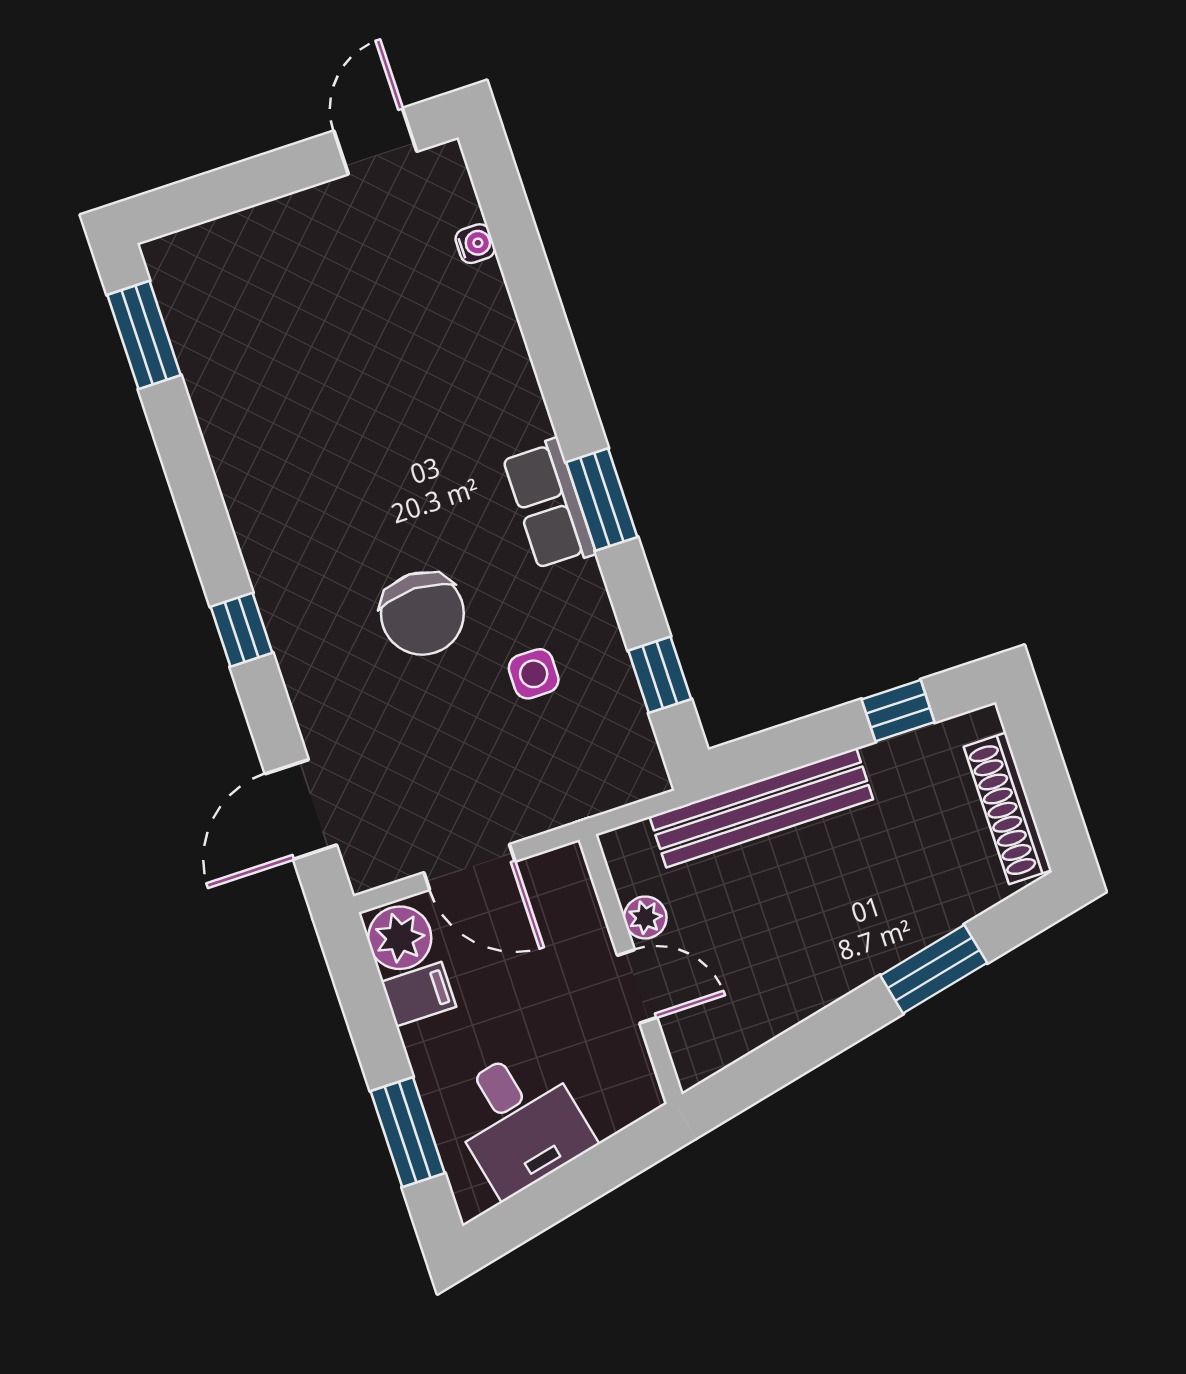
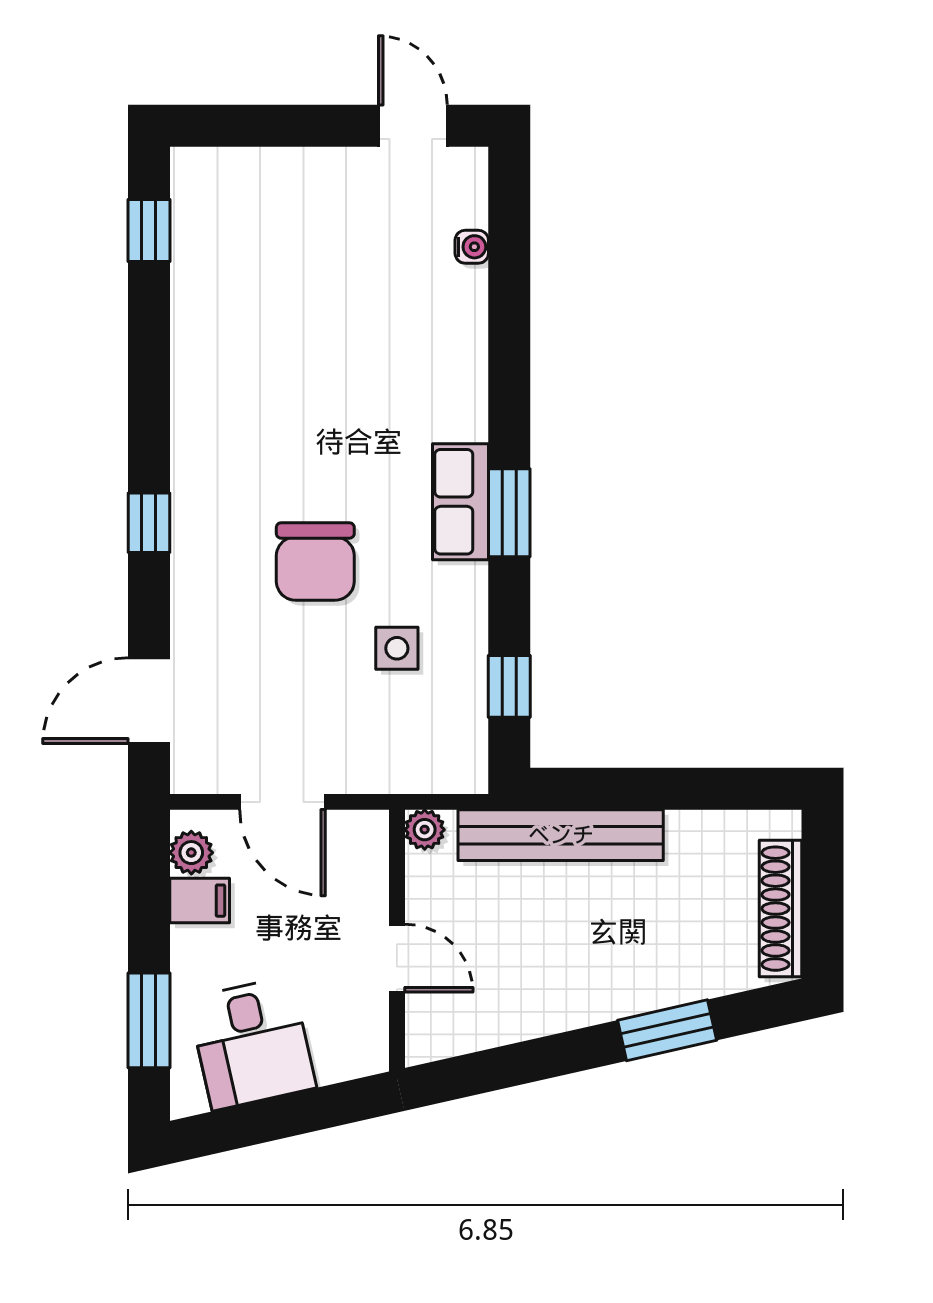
door: (375, 141) -> (413, 126), hinge flipped
window: (144, 335) -> (149, 231), width x0.67
window: (898, 711) -> (712, 789), removed
plant: (645, 917) -> (425, 830), moved
plant: (400, 938) -> (191, 853), width x0.73, depth x0.73

